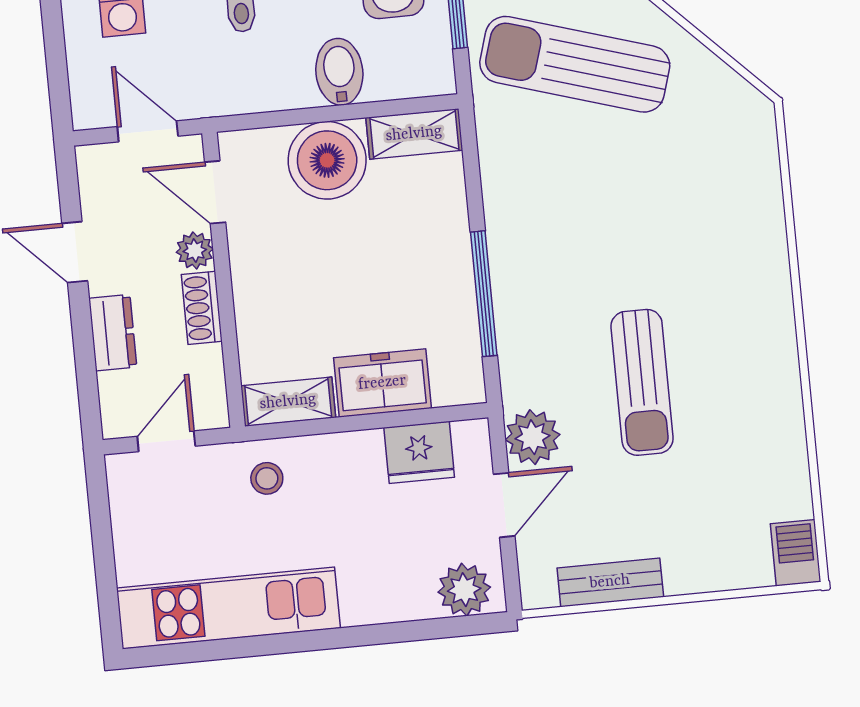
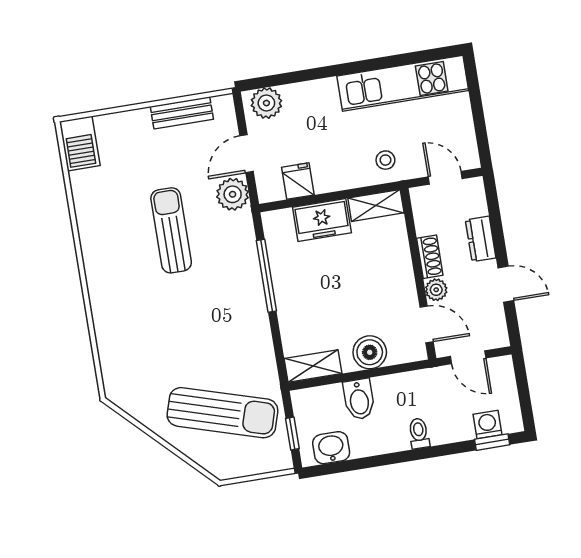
boiler: (327, 160) -> (370, 352), width x0.73, depth x0.73
door: (166, 441) -> (445, 178), swing flipped
fridge: (419, 452) -> (298, 181), width x0.72
barbecue: (796, 553) -> (80, 143), width x1.38, depth x1.27

